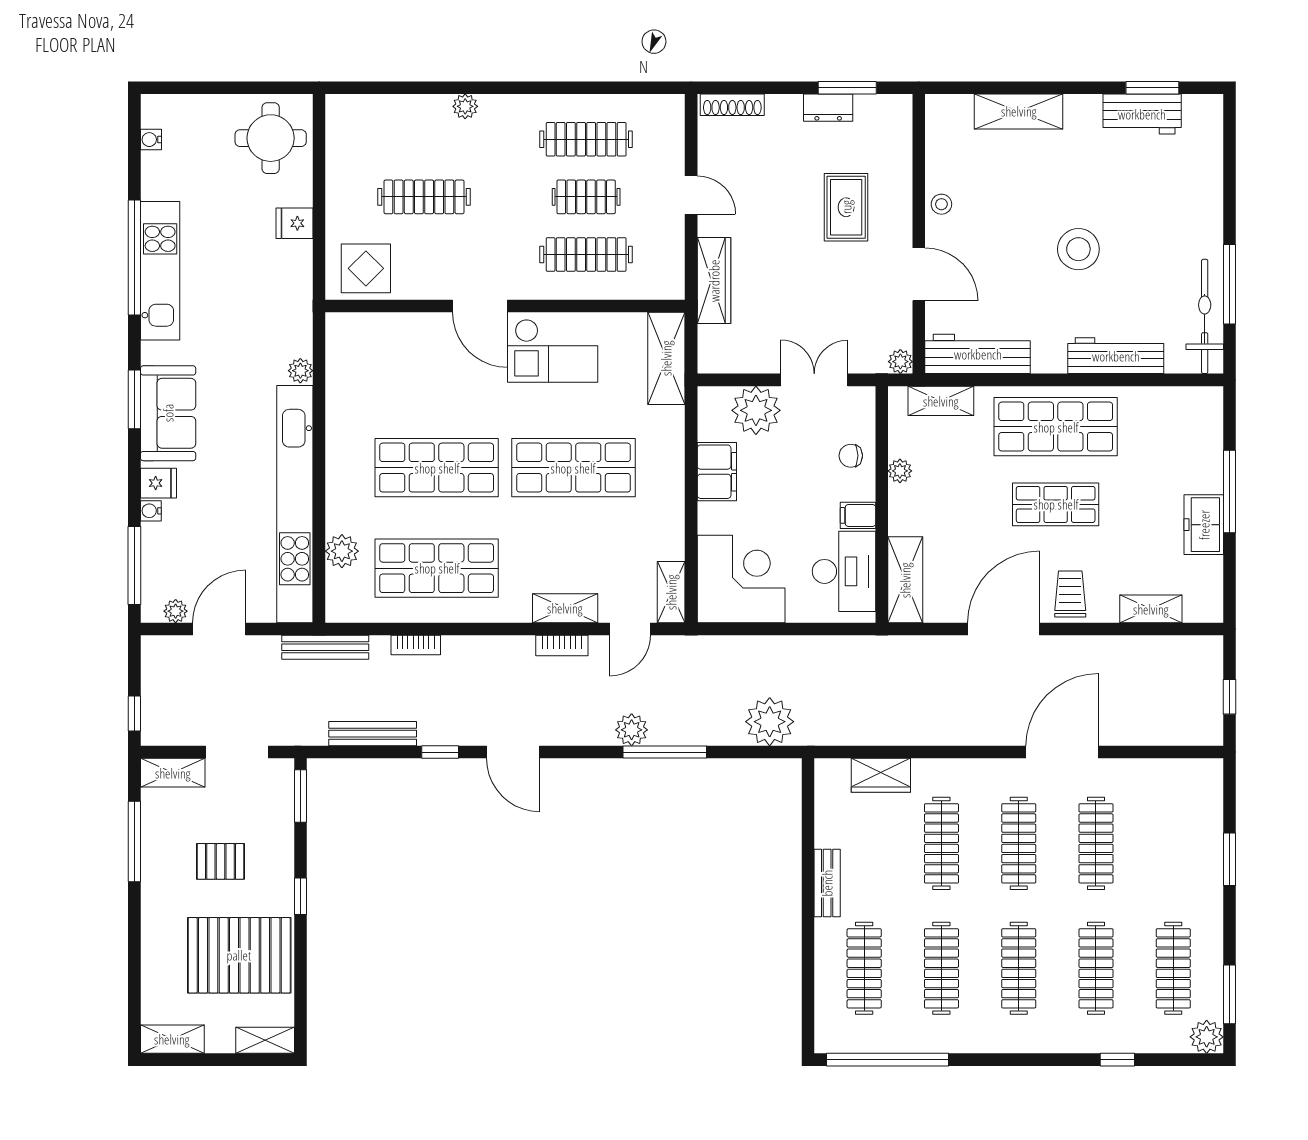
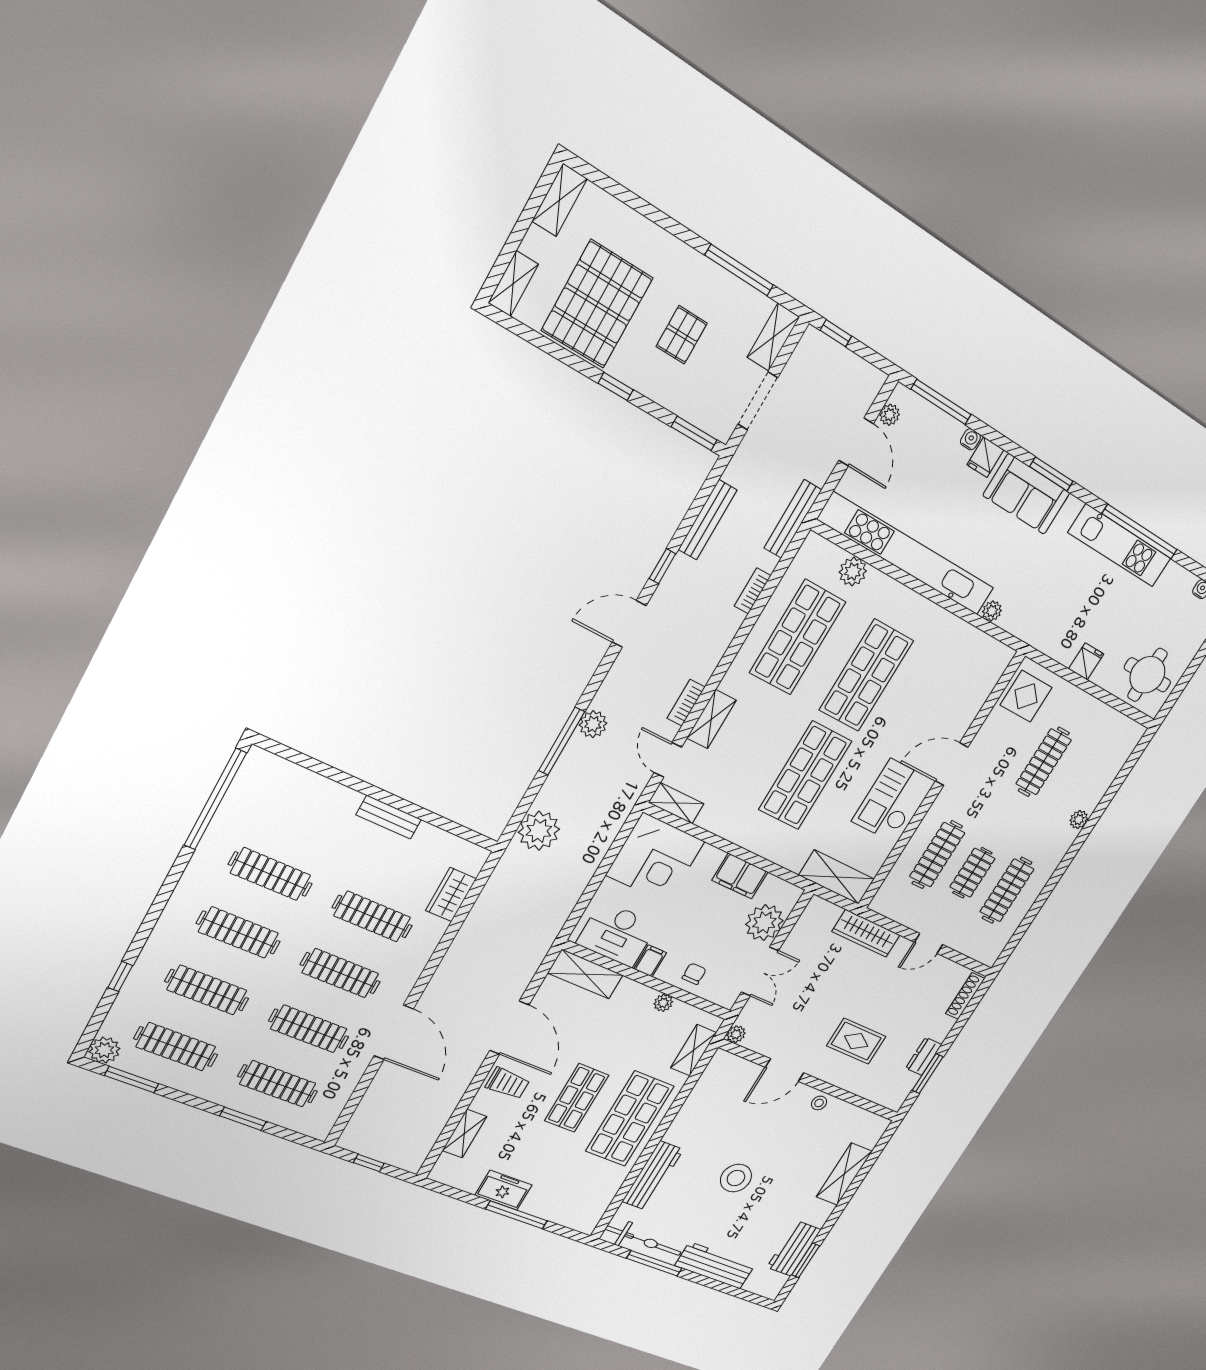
workbench: (978, 354) -> (715, 1265), moved, turned -90
clothes rail: (864, 968) -> (278, 1084), moved

